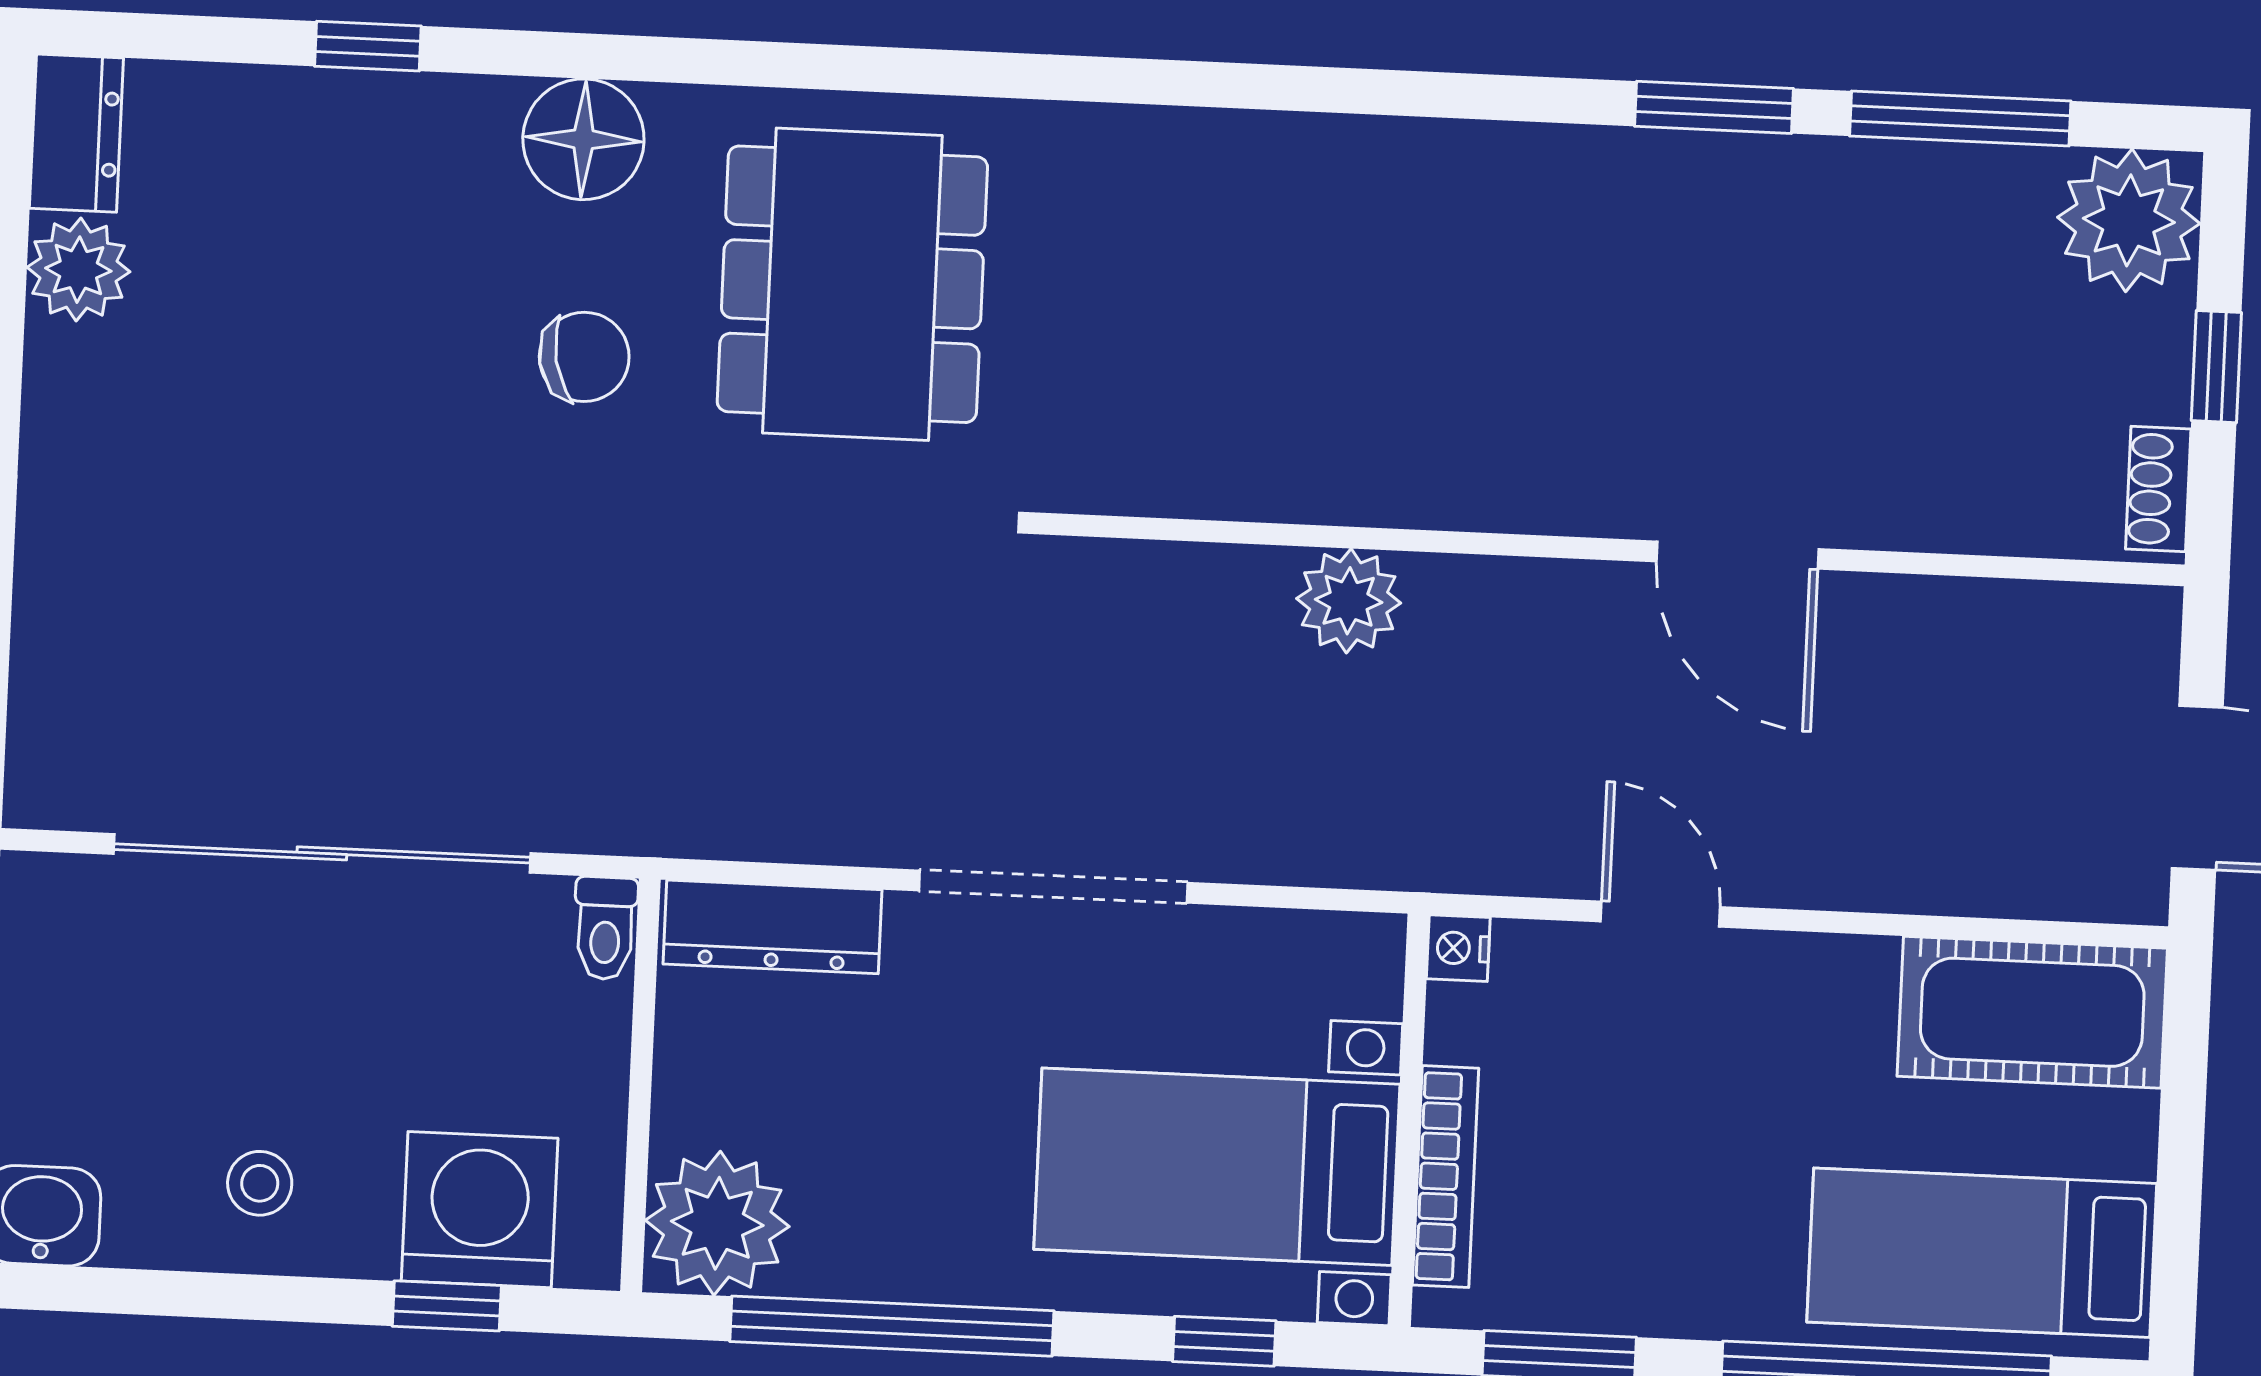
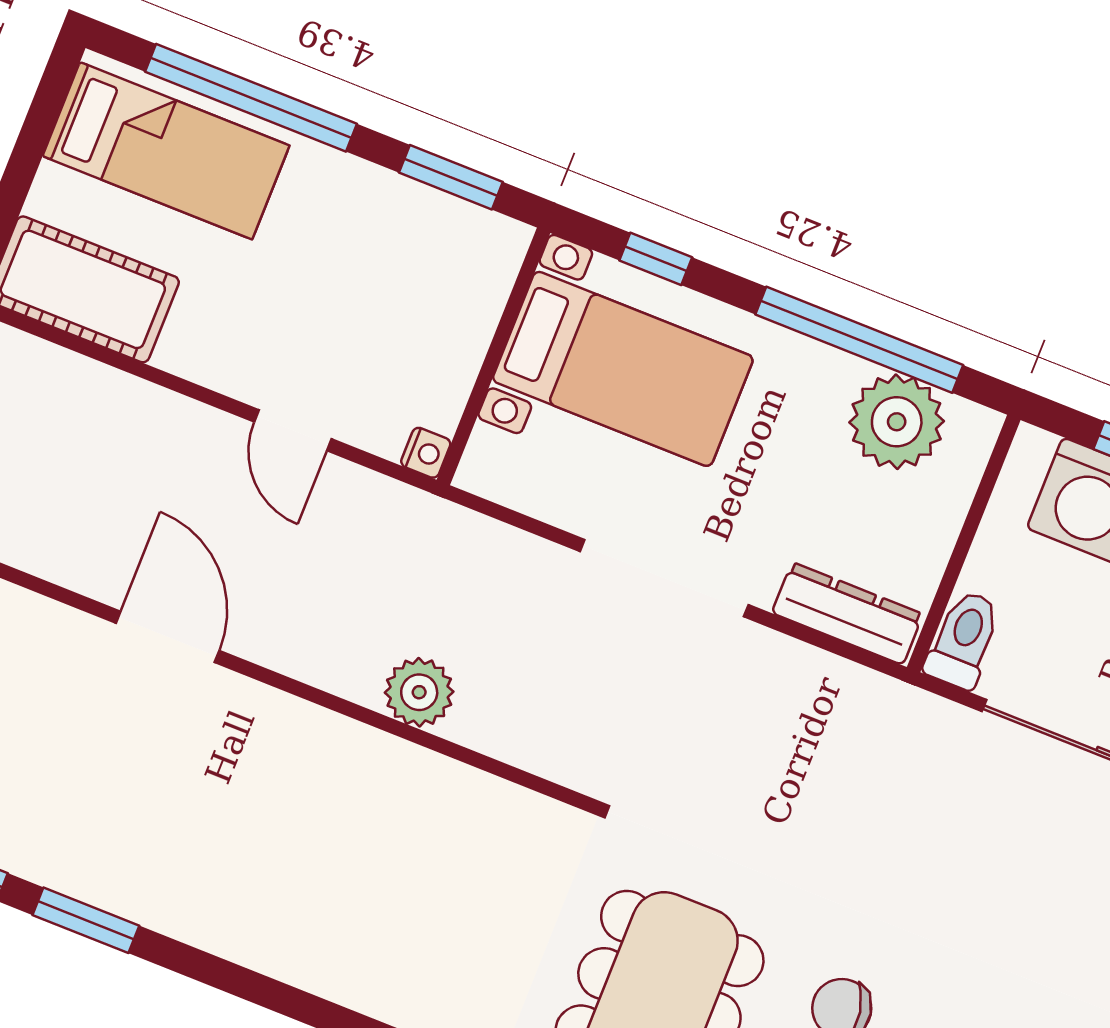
toilet: (605, 928) -> (963, 640), width x1.37, depth x1.39
bookcase: (1446, 1177) -> (483, 314), removed
plant: (717, 1223) -> (897, 422), moved

